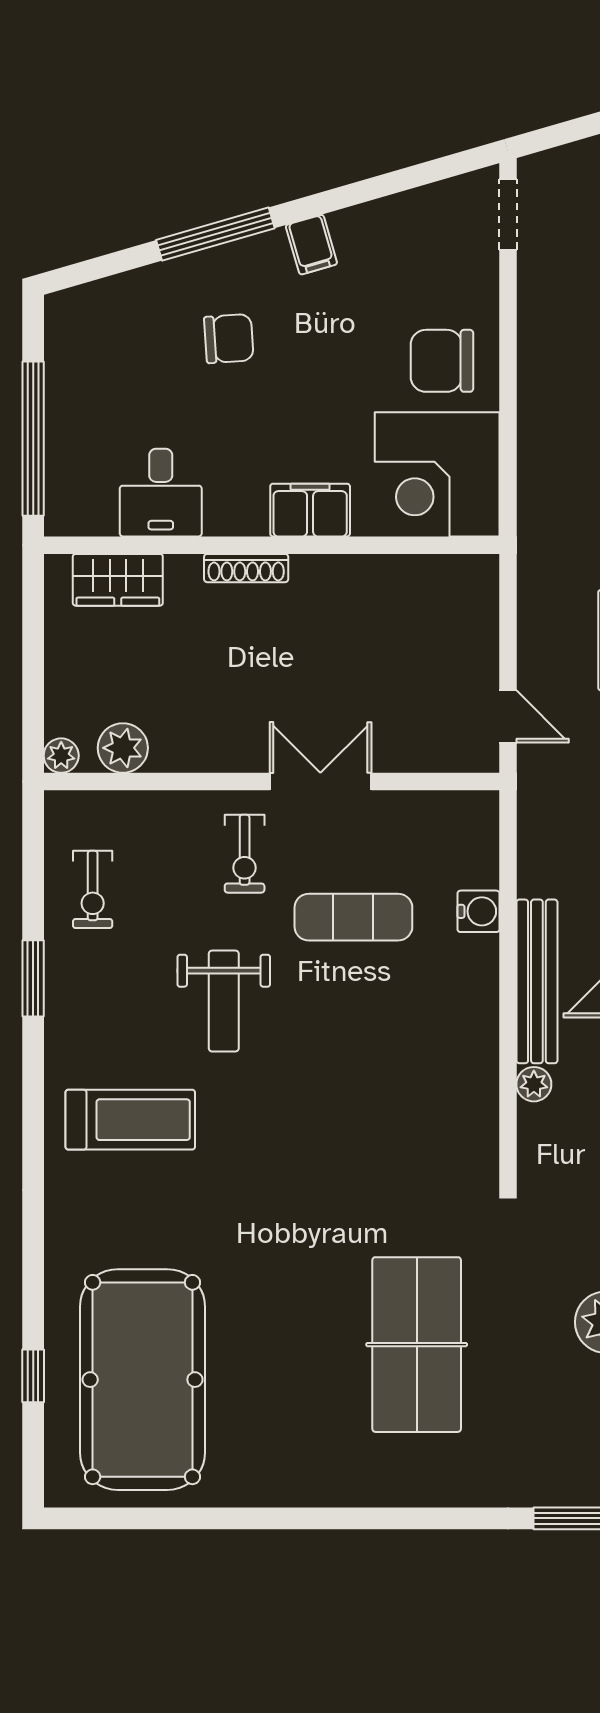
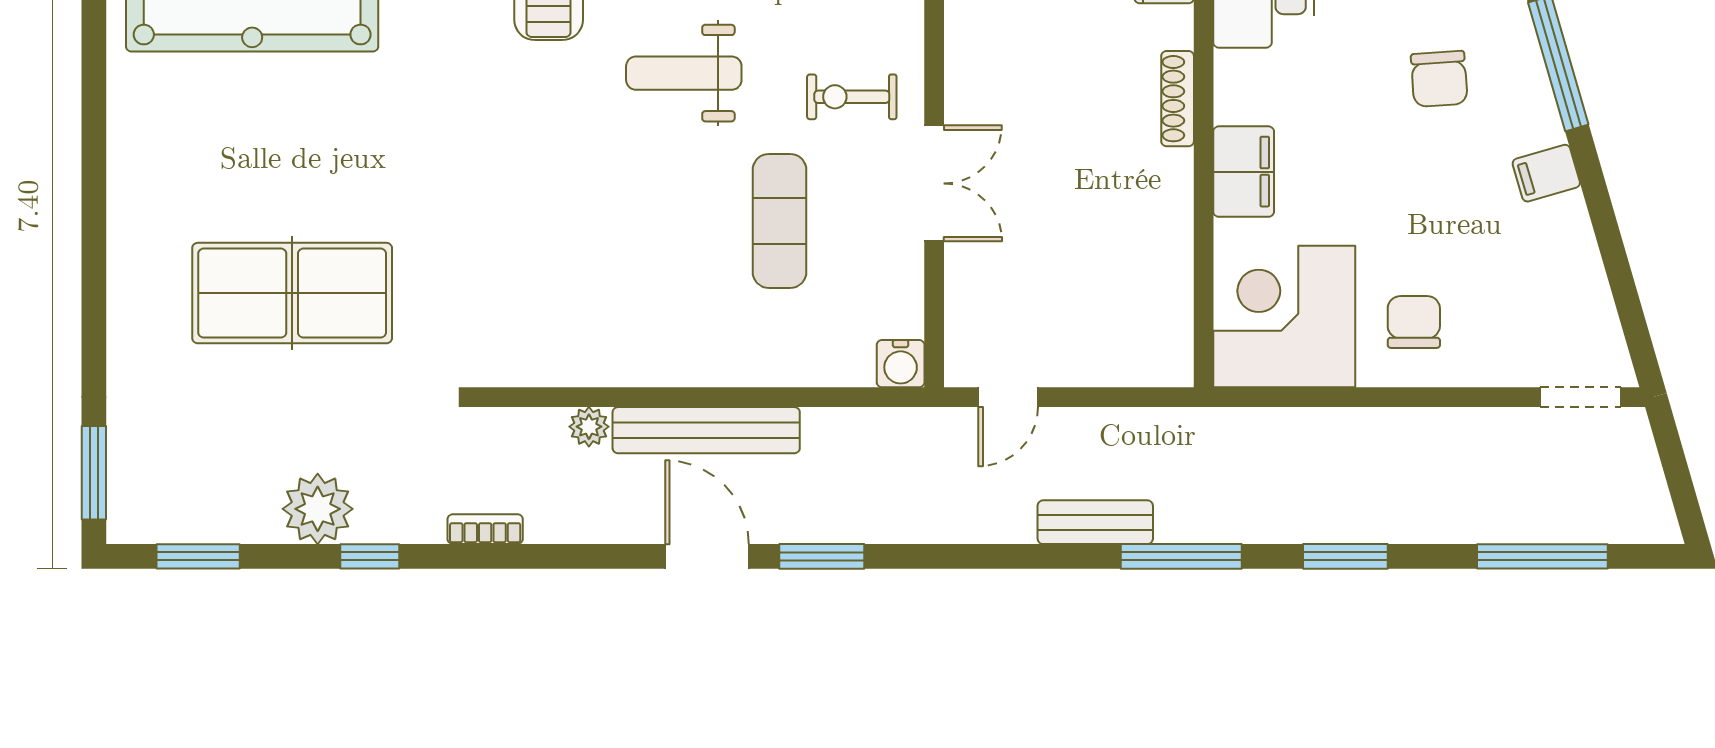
chair: (442, 361) -> (1414, 322), width x0.73, depth x0.73
water cooler: (478, 911) -> (901, 364), moved

